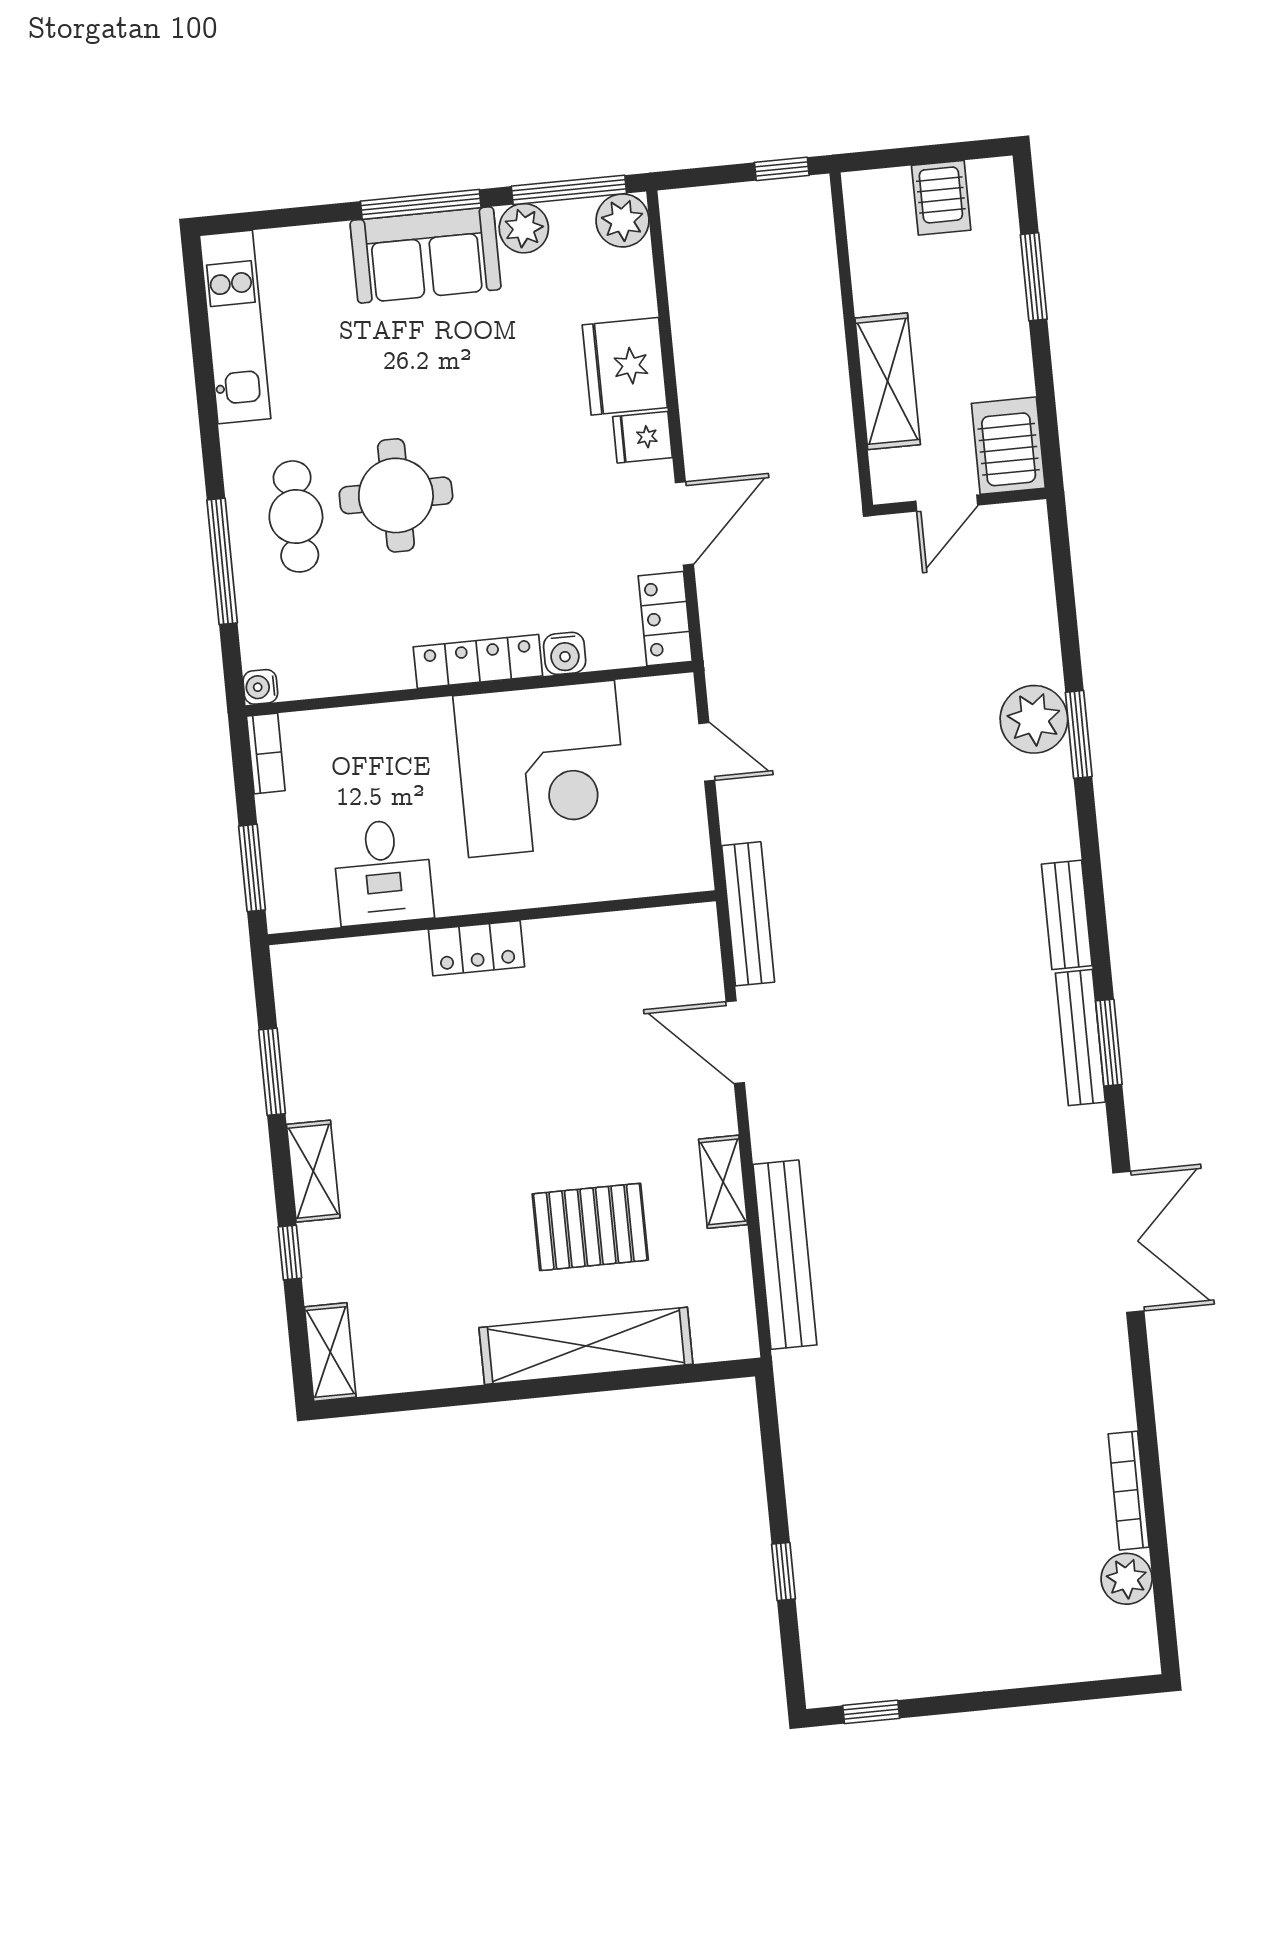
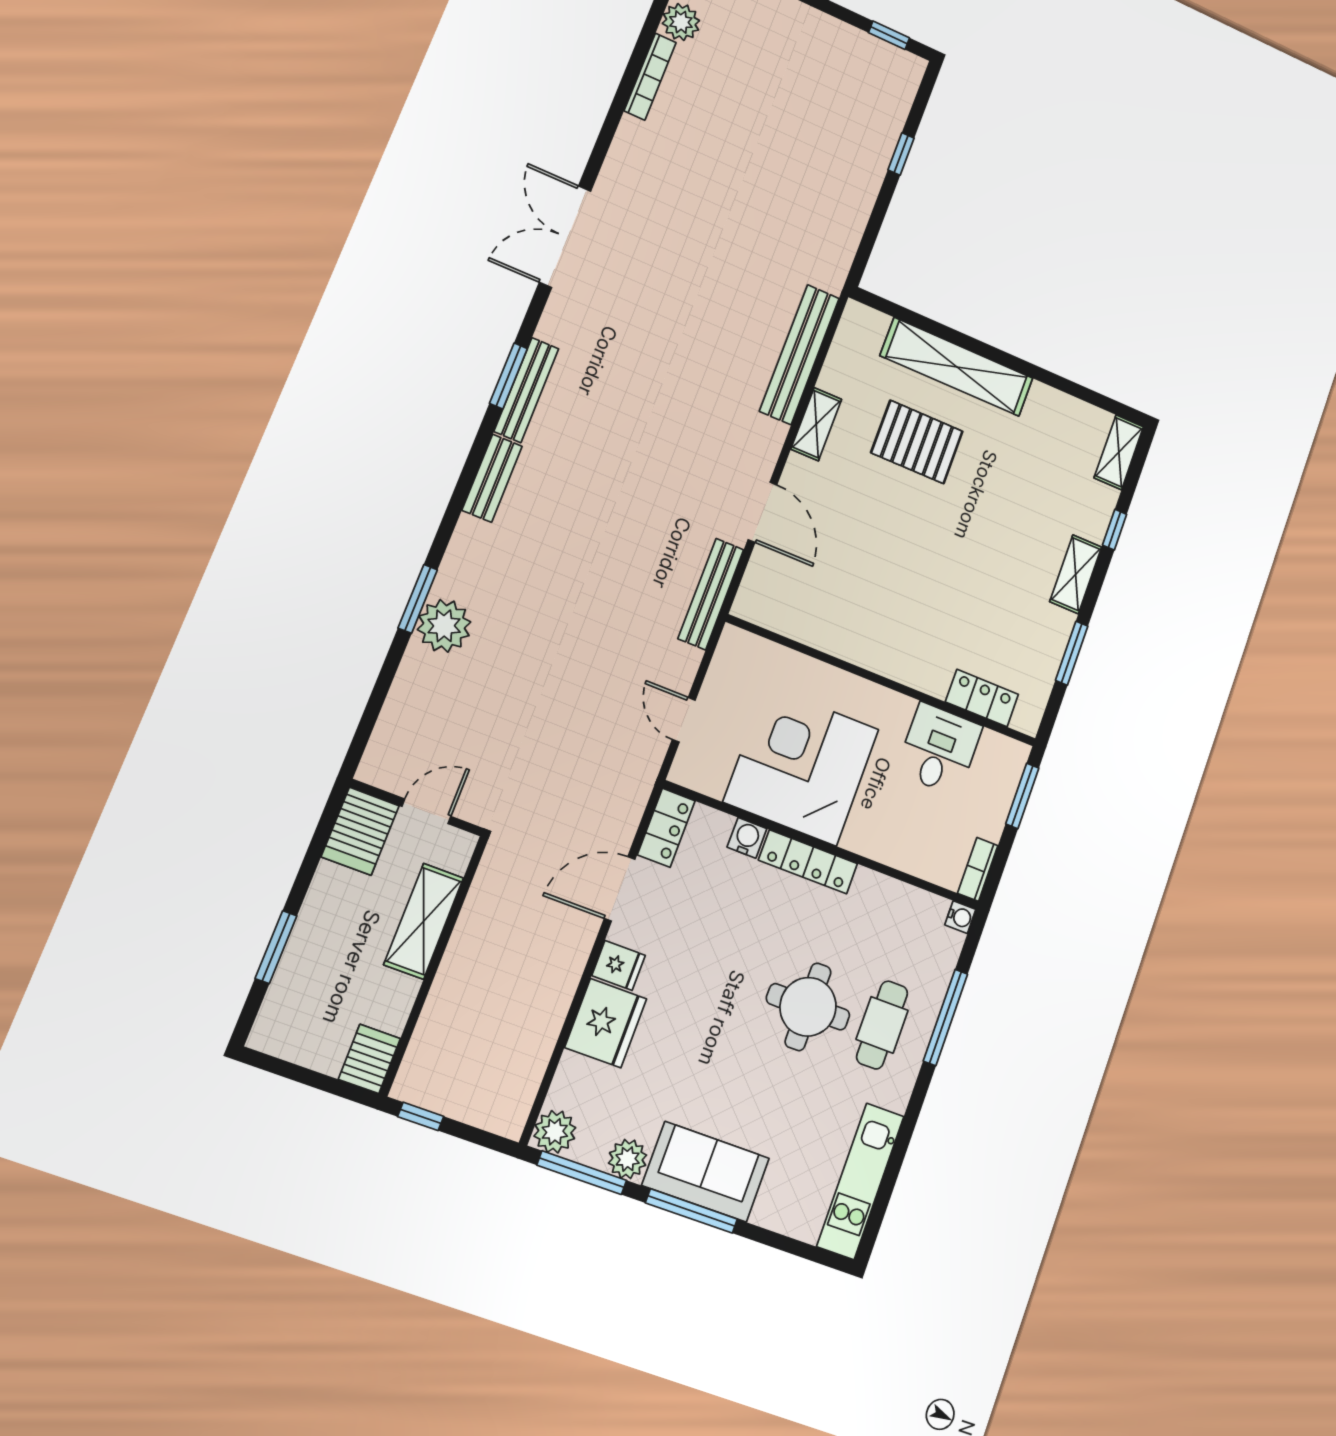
server rack: (941, 198) -> (369, 1059), moved
locker: (476, 948) -> (982, 698), moved

